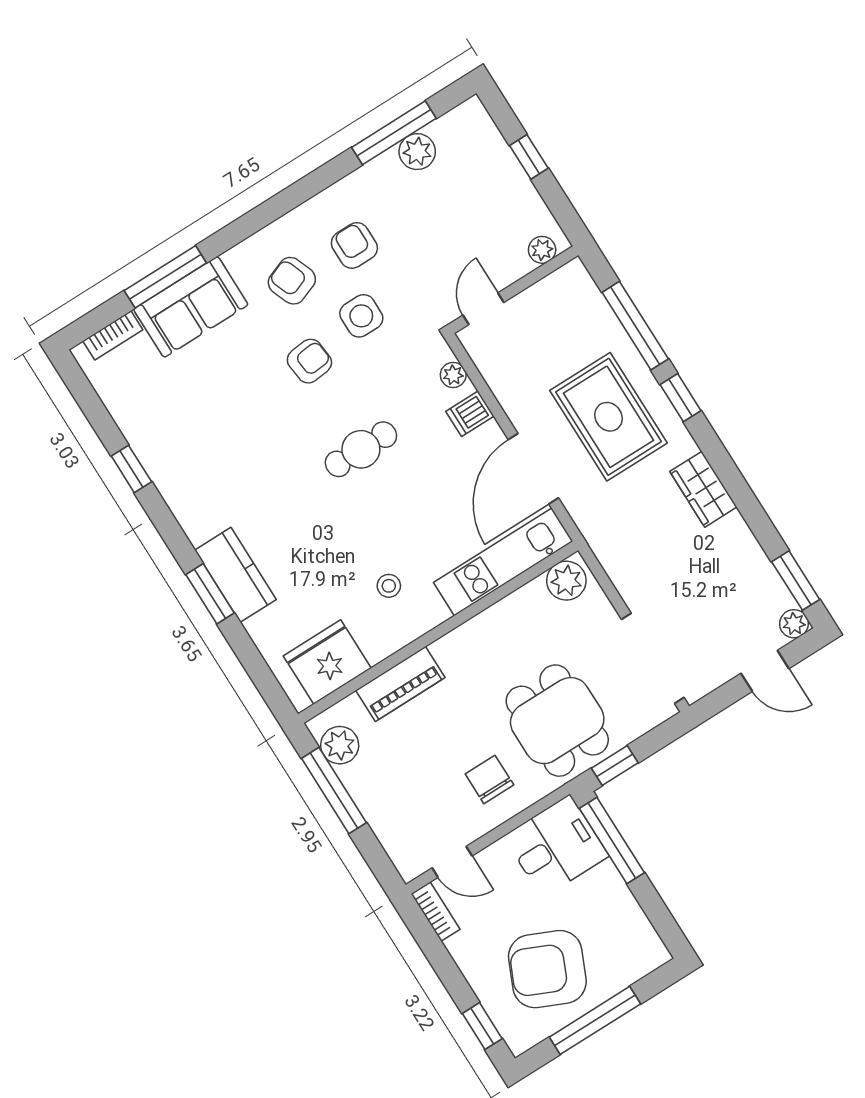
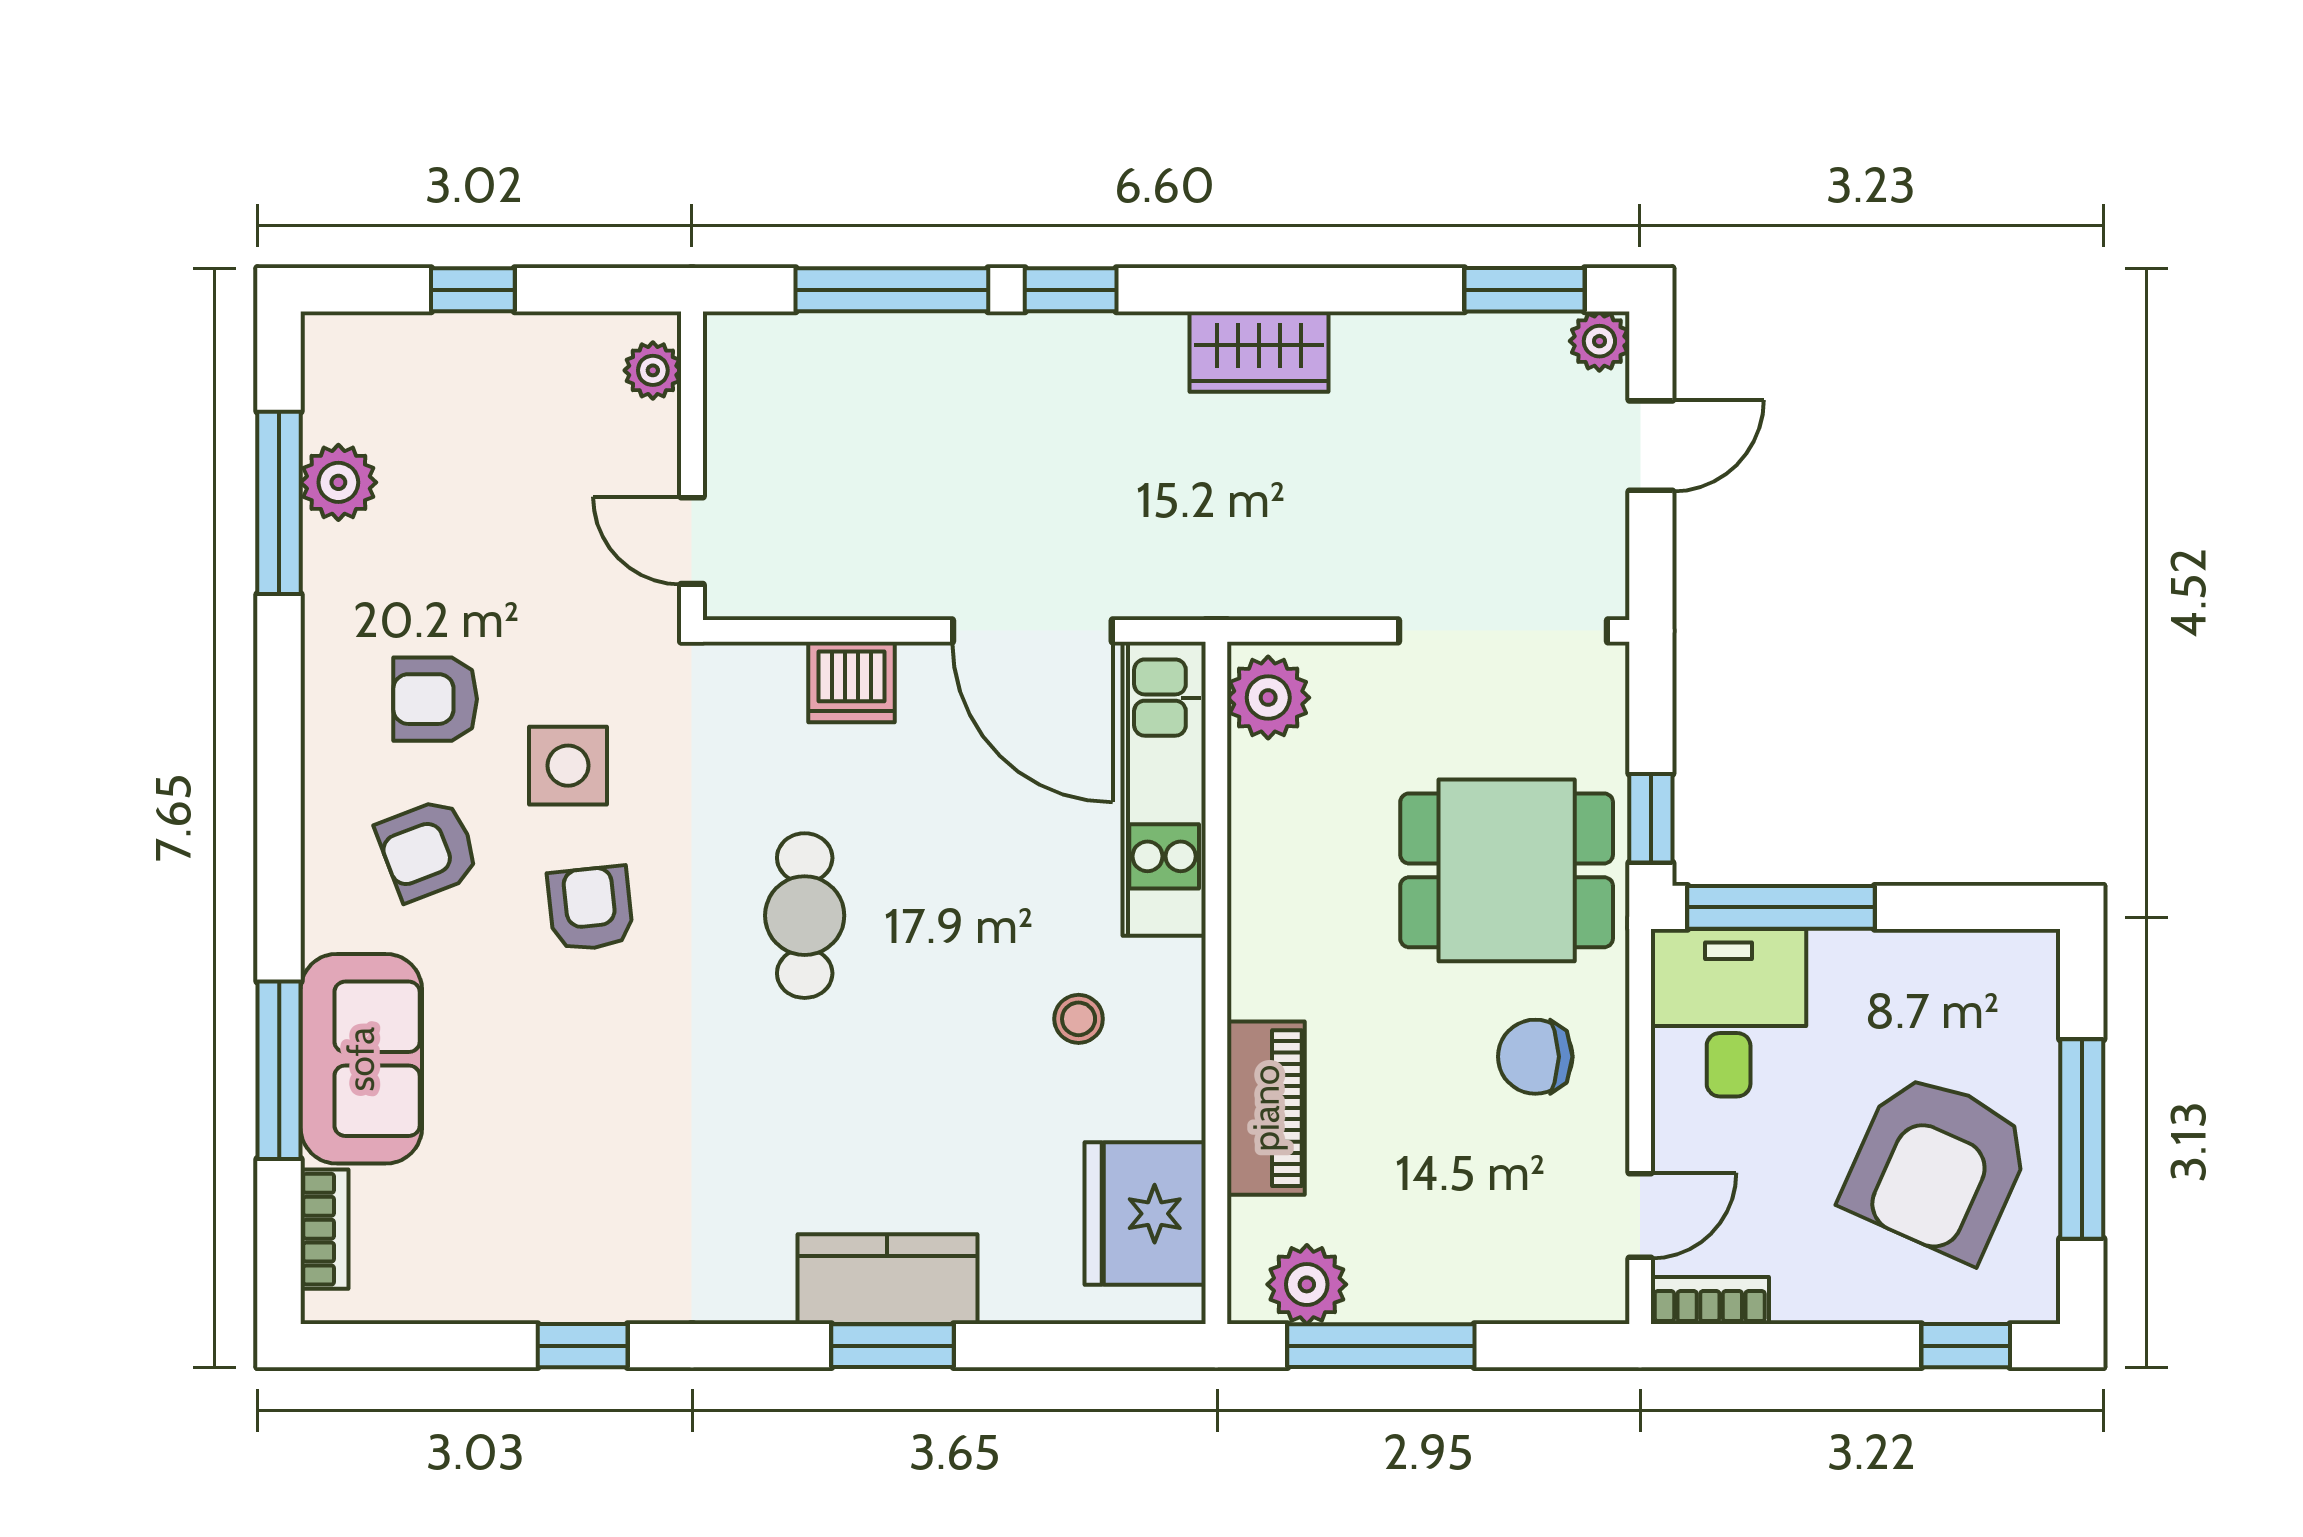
plant: (453, 375) -> (776, 668), removed
dishwasher: (470, 414) -> (851, 682), width x1.38
rug: (609, 417) -> (1024, 439), removed

